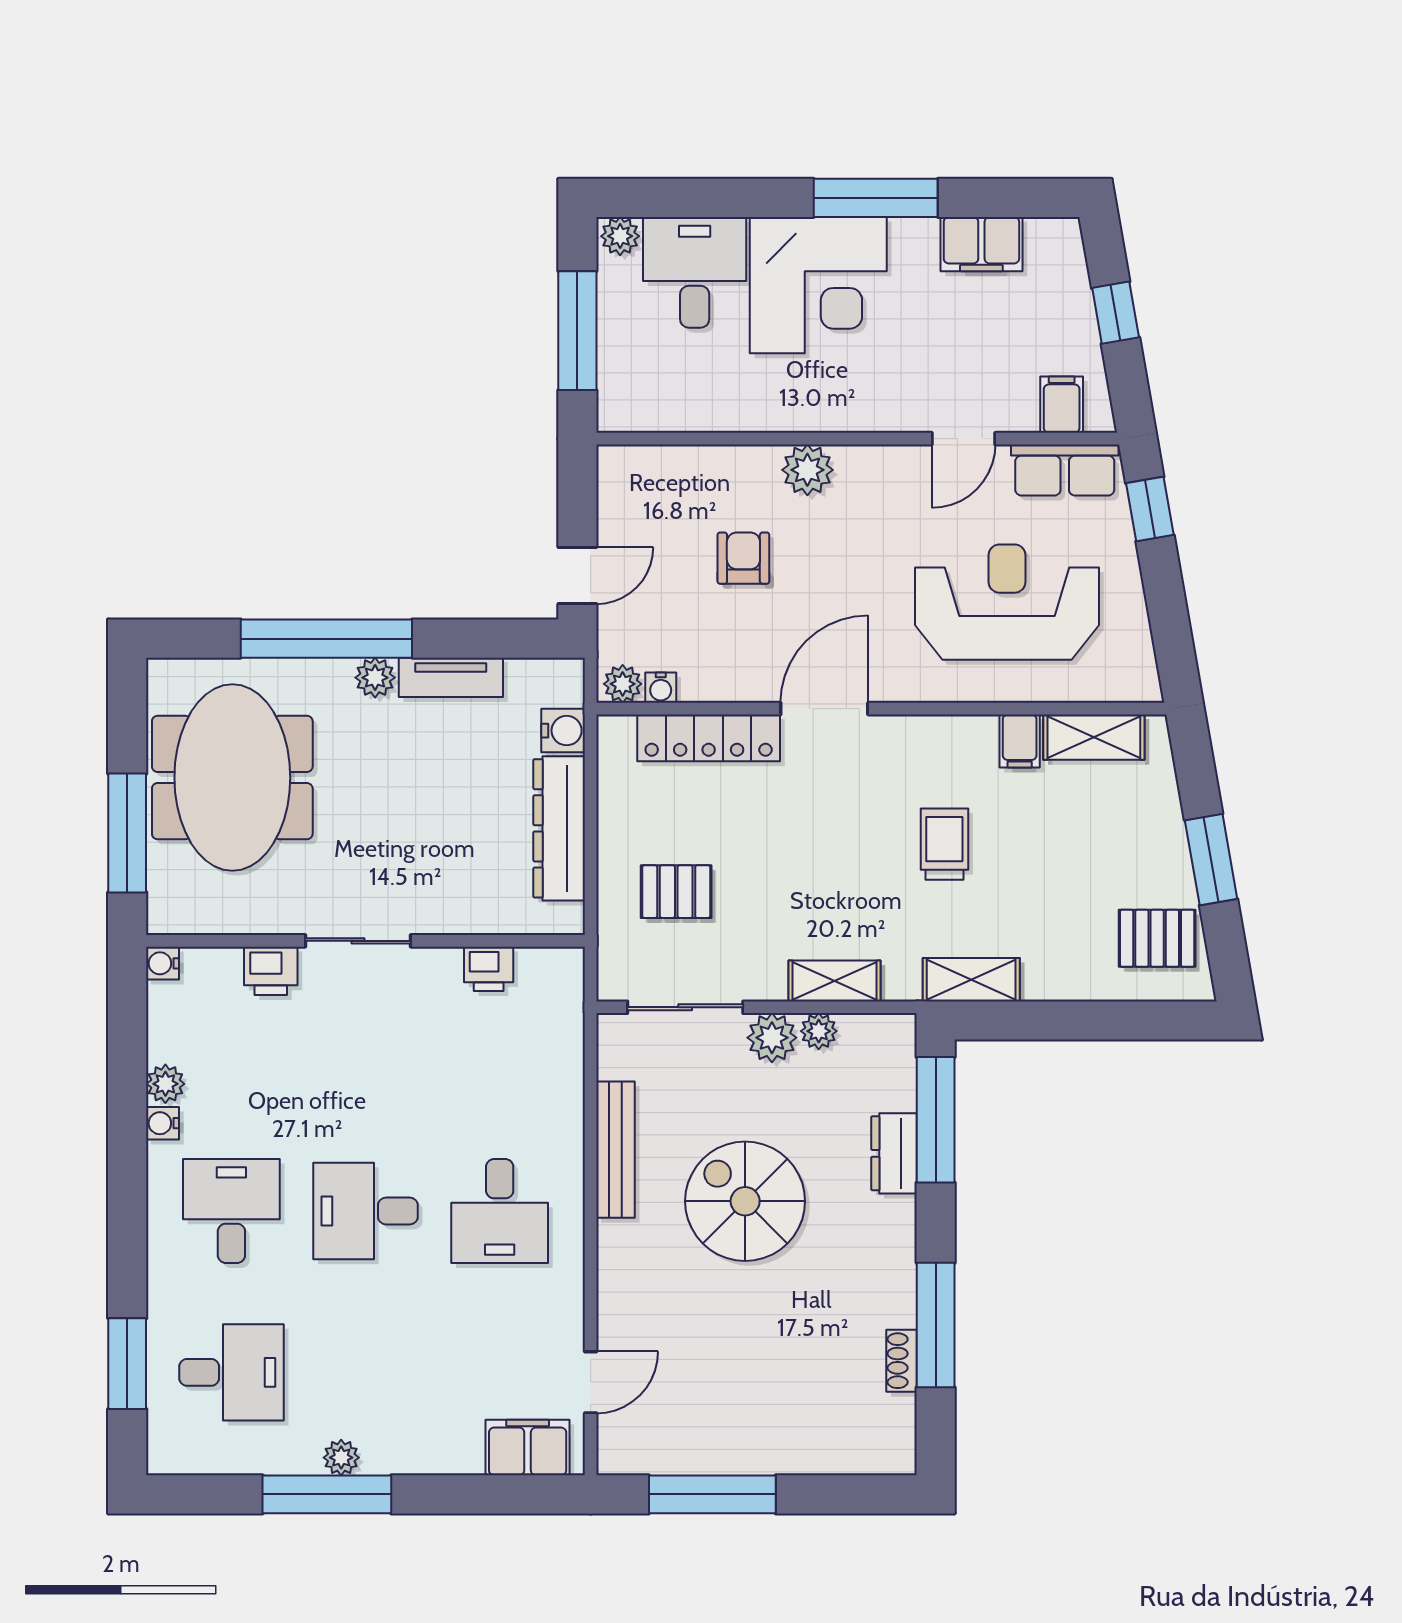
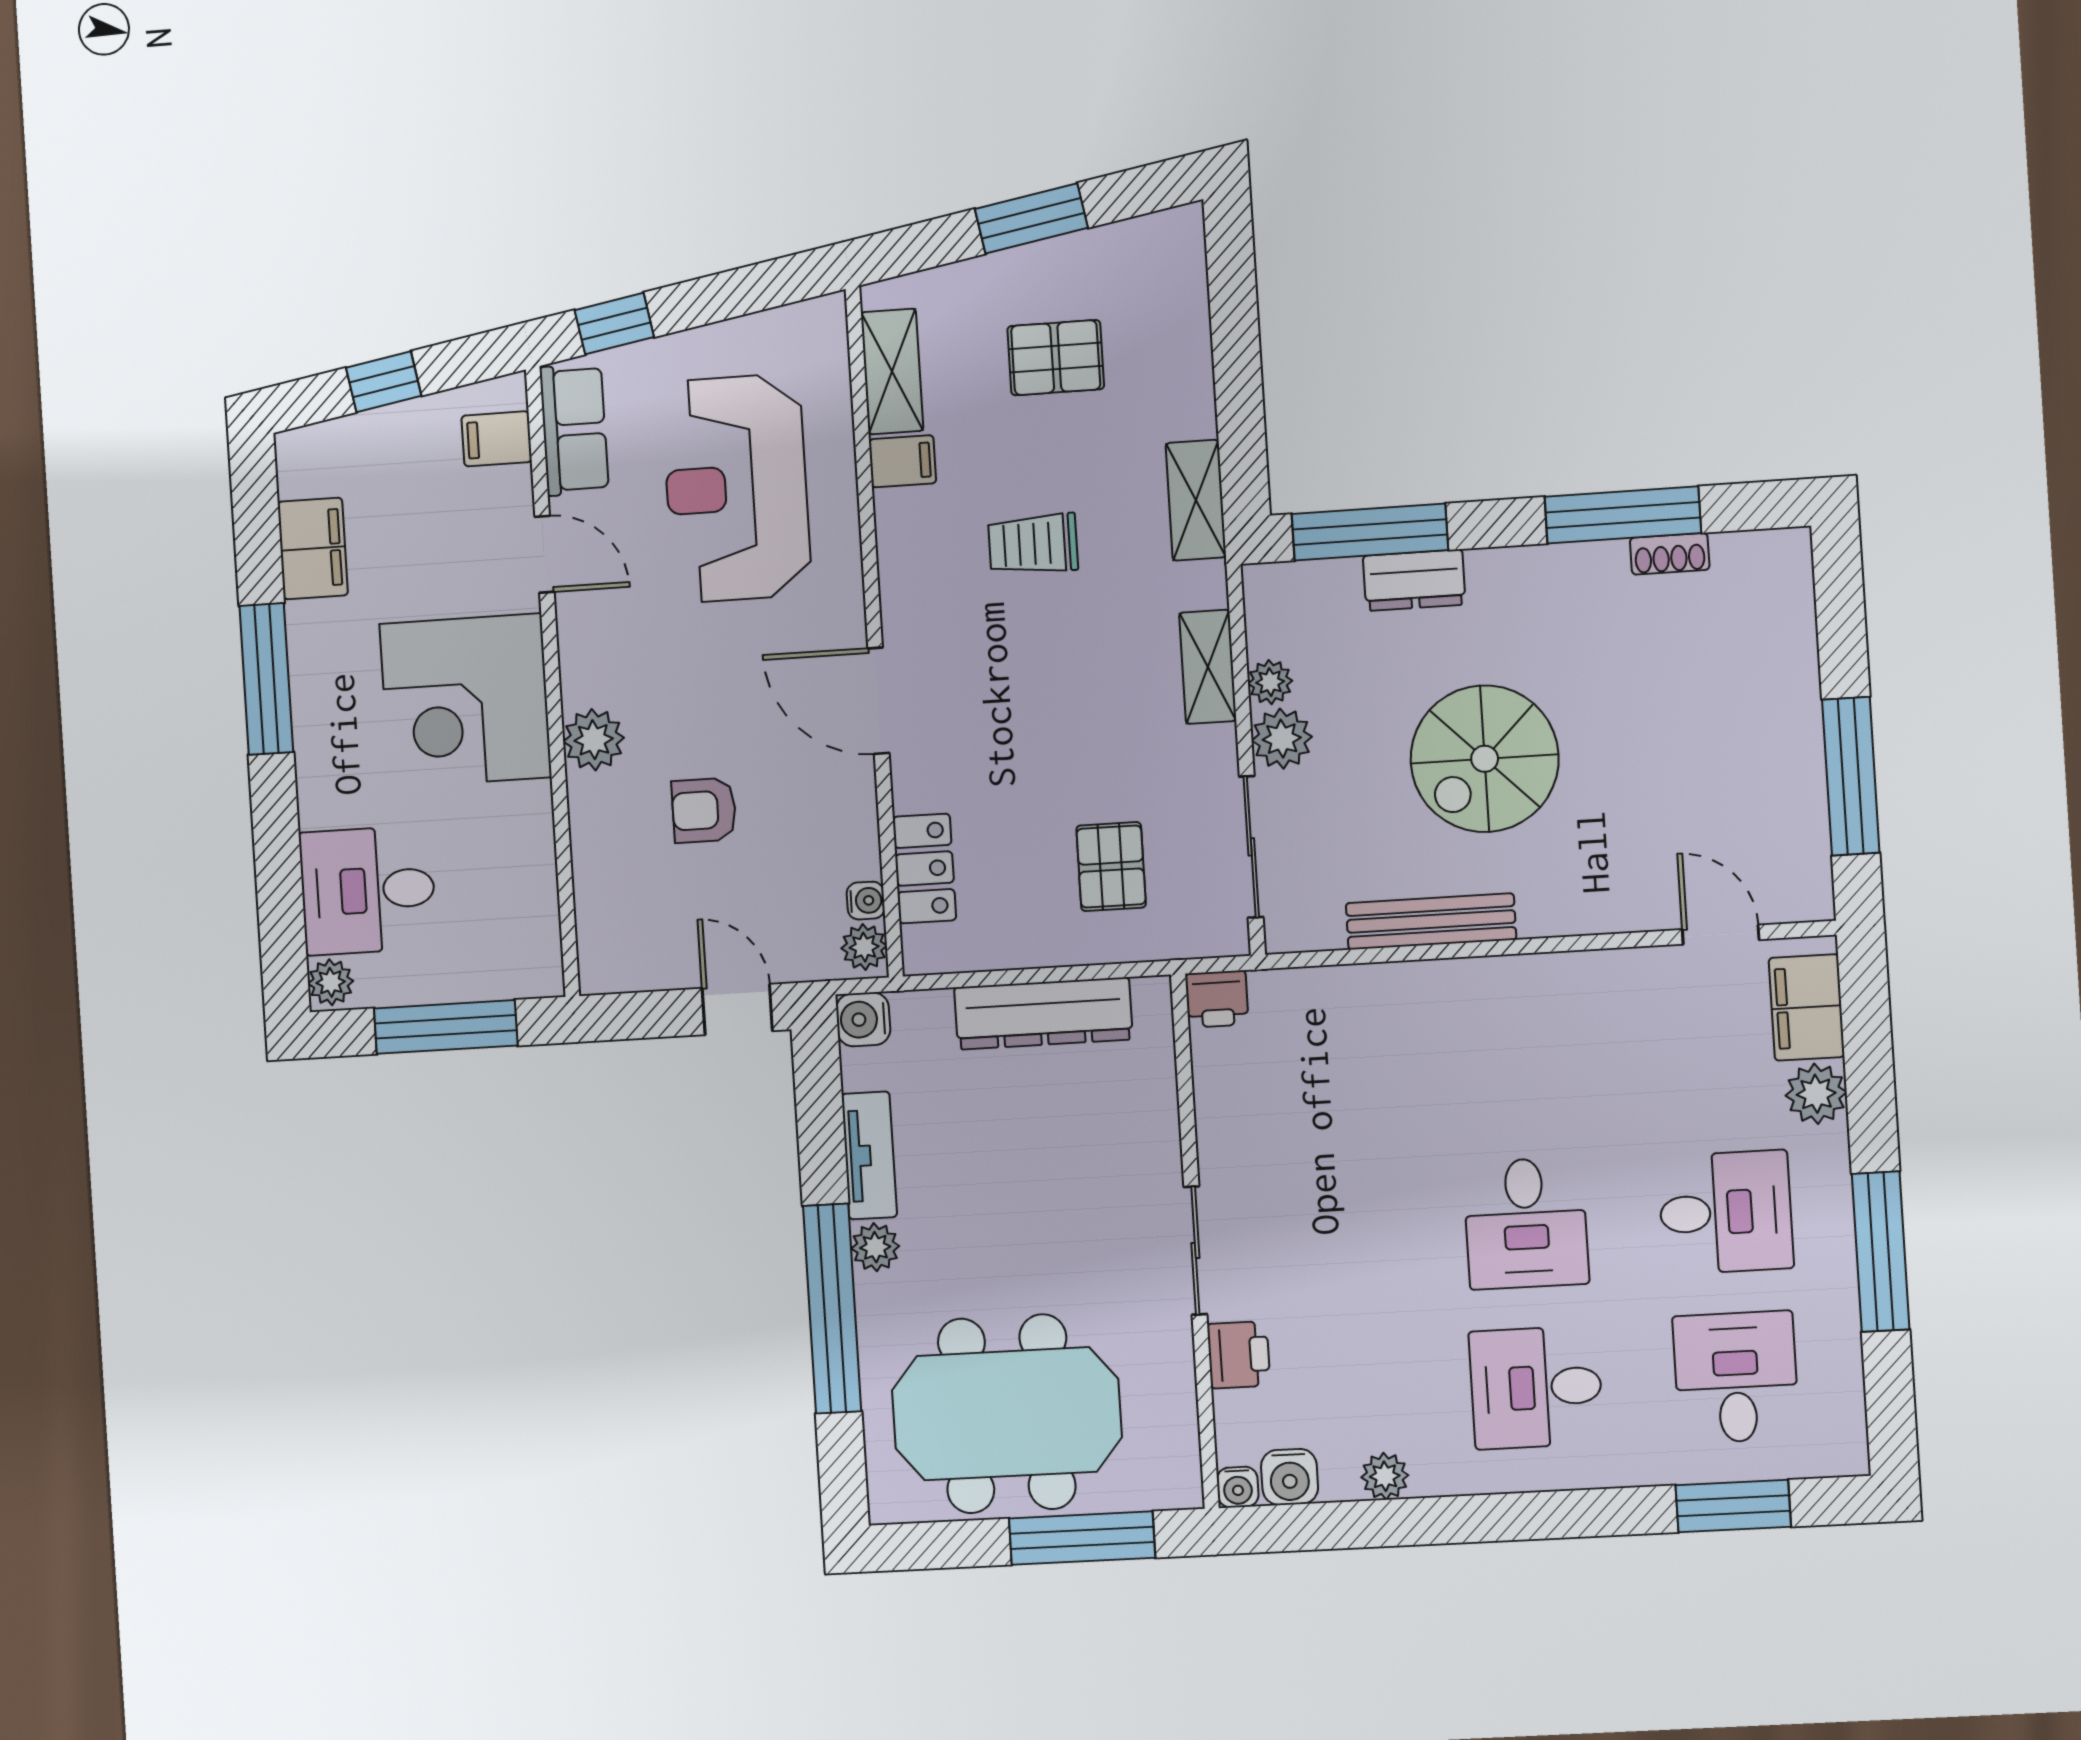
corner desk: (818, 285) -> (465, 701), moved, turned 180
water cooler: (563, 731) -> (863, 1019), moved, turned -90
locker: (709, 738) -> (924, 869), width x0.66
pallet: (1157, 938) -> (1056, 358), moved, turned 90
printer: (489, 969) -> (1217, 999), moved, turned 90
water cooler: (162, 1123) -> (1290, 1477), moved, width x1.38, depth x1.38
desk: (500, 1211) -> (1726, 1212), moved
plant: (341, 1458) -> (1816, 1094), moved, width x1.38, depth x1.38

